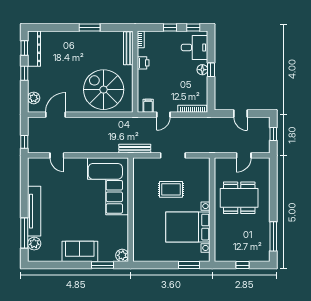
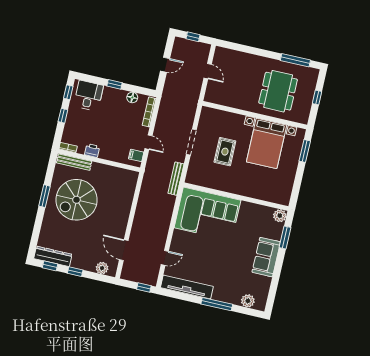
floor lamp: (202, 70) -> (132, 97), moved
spiral stairs: (104, 90) -> (77, 200), moved
dining table: (239, 198) -> (278, 91), moved
tv unit: (34, 211) -> (187, 287), moved
window: (24, 233) -> (217, 304), moved

